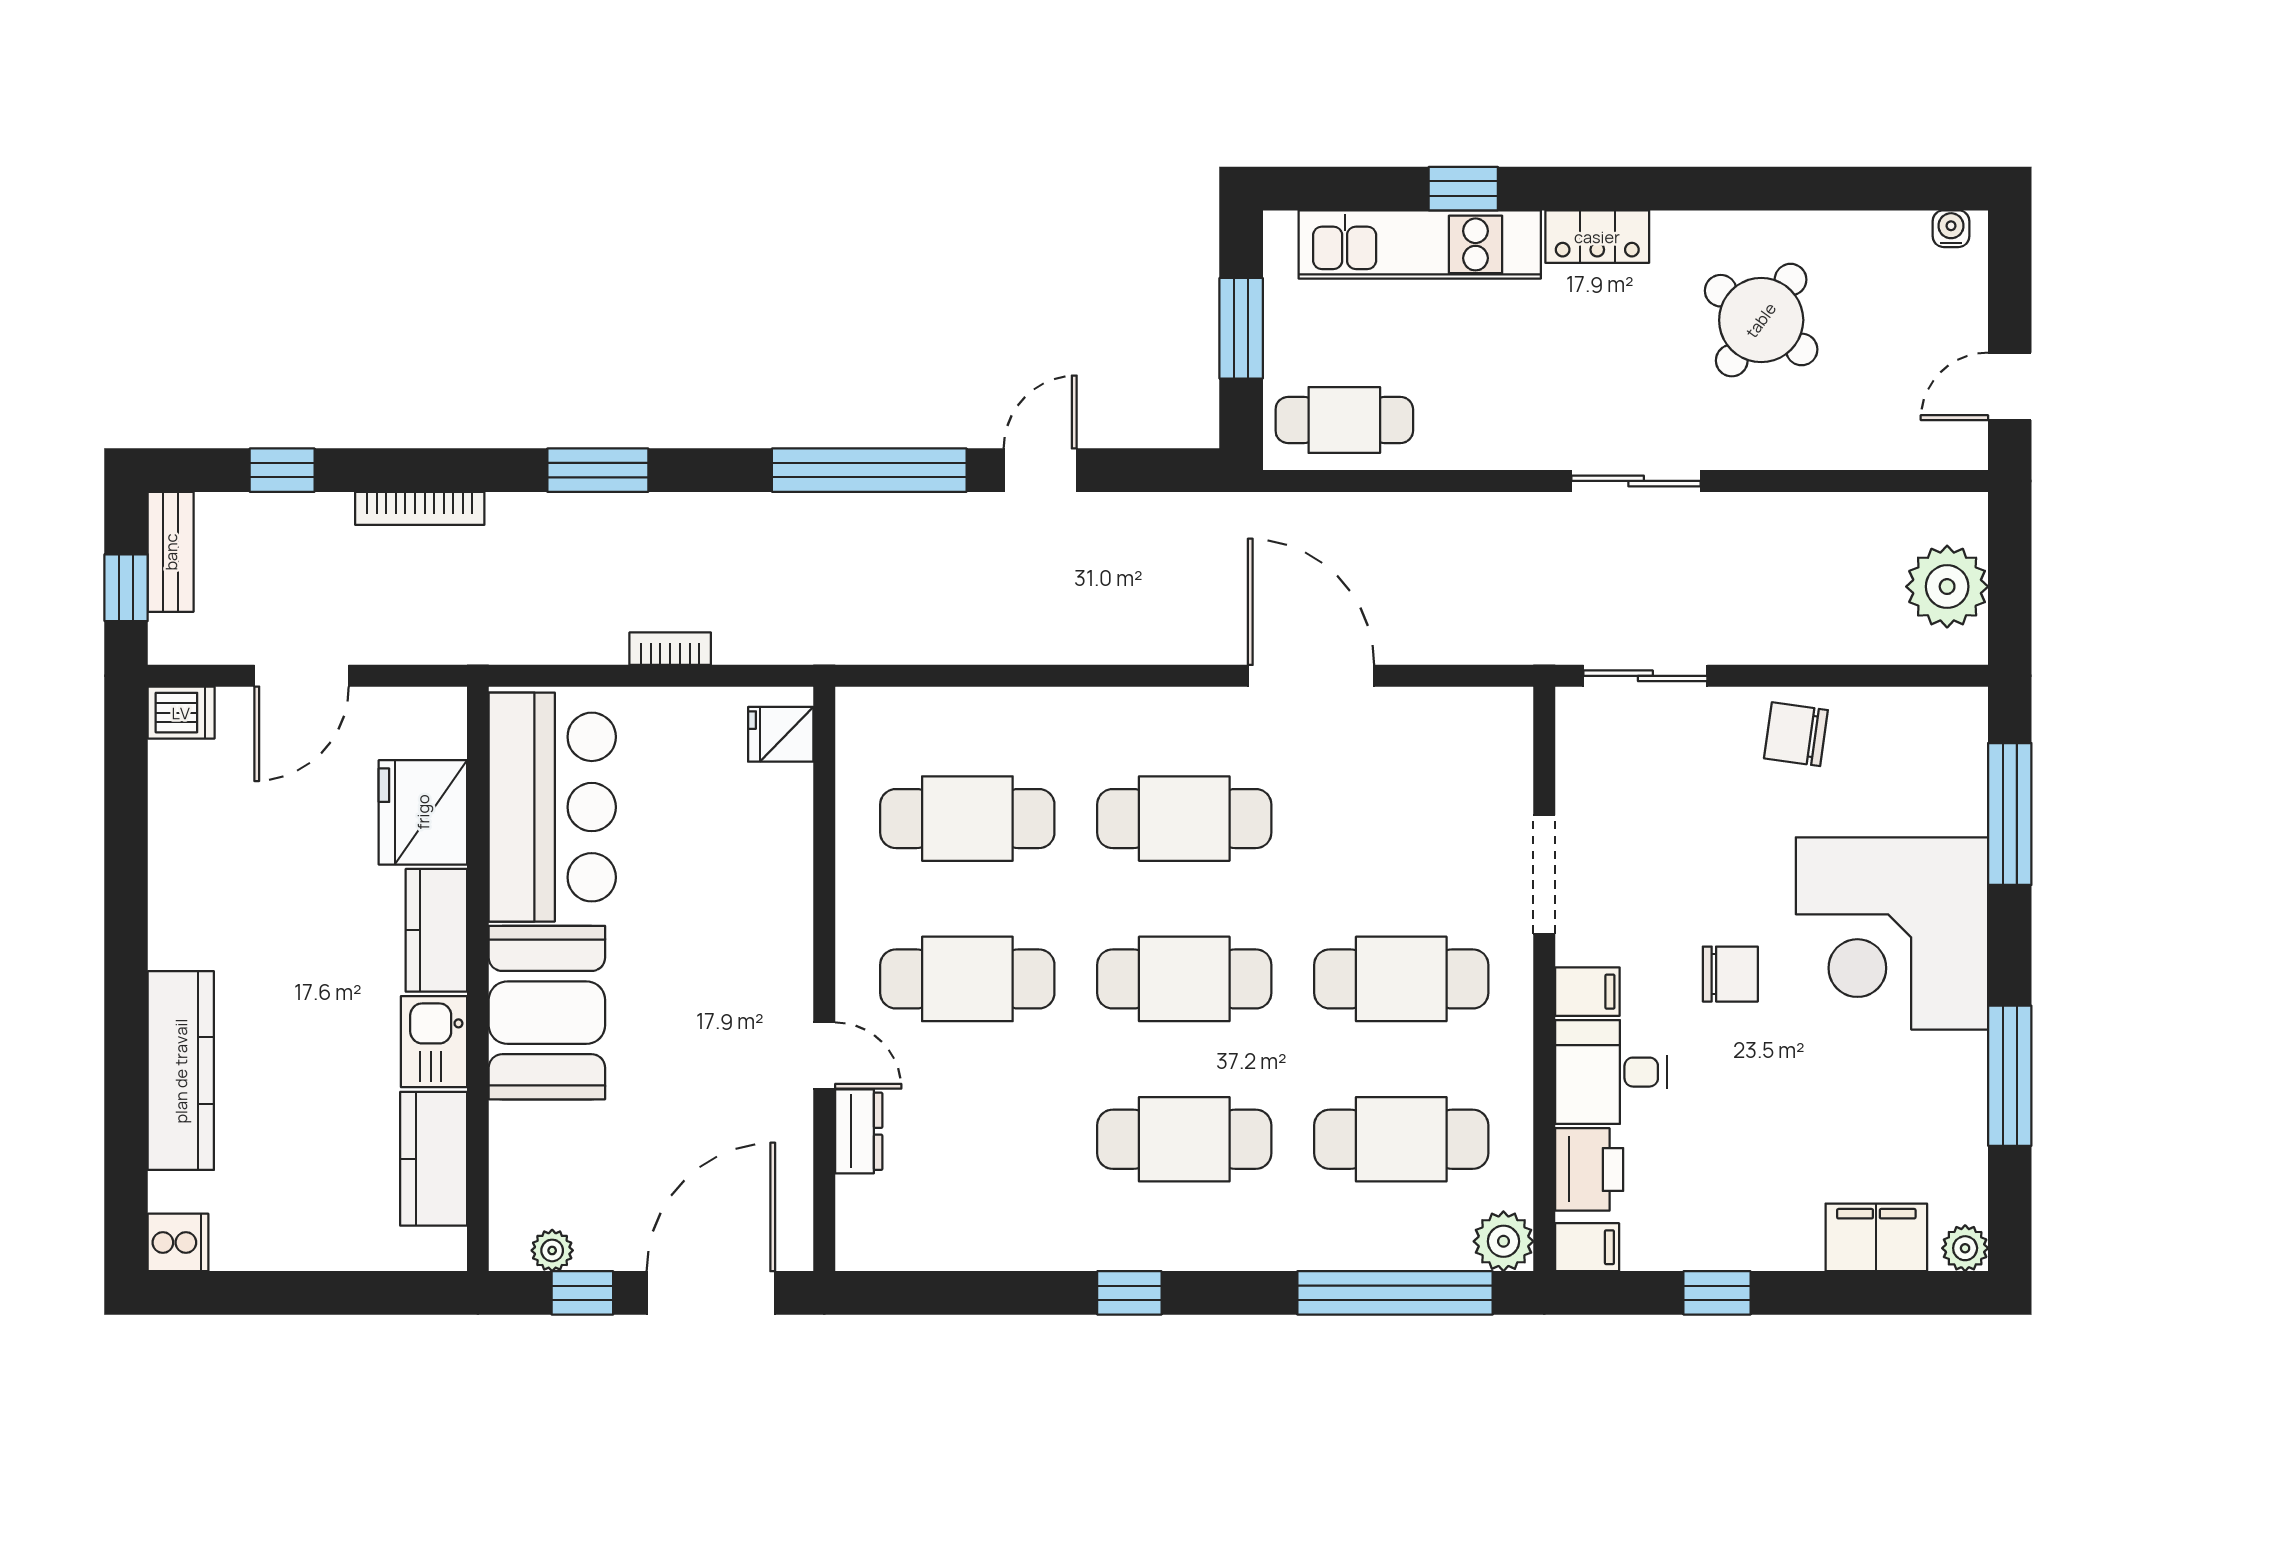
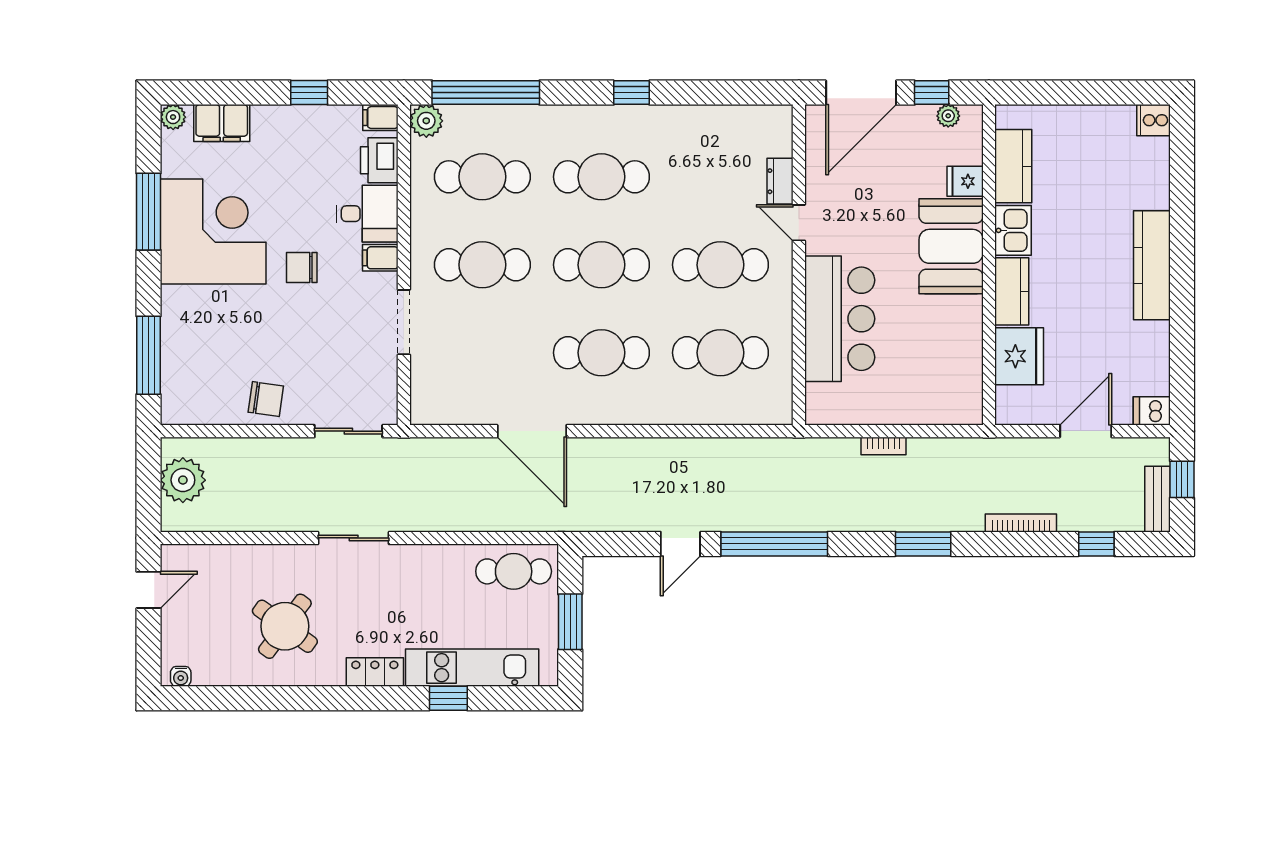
fridge: (781, 734) -> (965, 181), moved, turned 180
bar counter: (552, 807) -> (840, 319), moved, turned 180
corner desk: (1892, 933) -> (213, 232), moved
kitchen counter: (181, 1071) -> (1152, 265), moved

